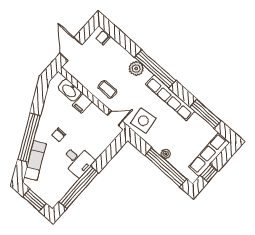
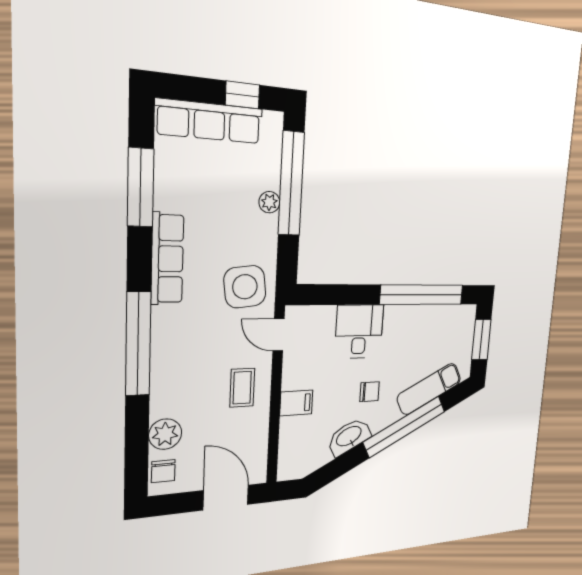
door: (71, 49) -> (226, 497), swing flipped
plant: (136, 68) -> (165, 434), moved
washbasin: (70, 90) -> (349, 437), moved, turned -117
row of seats: (170, 98) -> (167, 259), width x0.73
desk: (78, 161) -> (359, 331), moved

